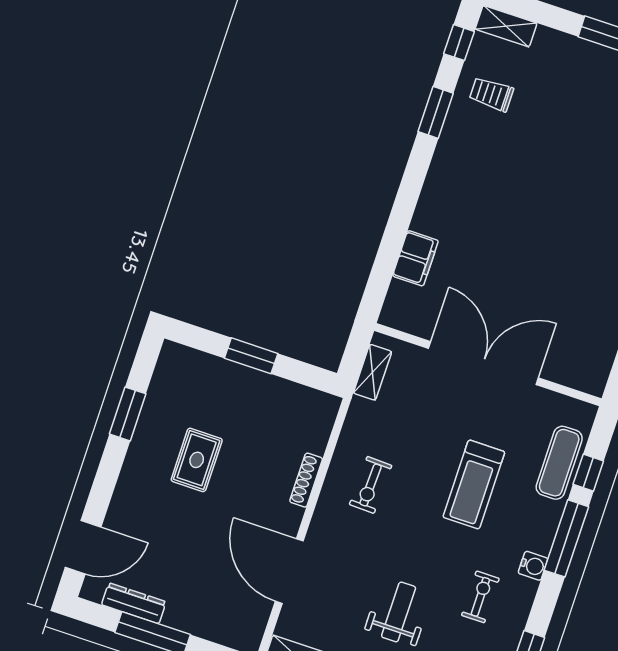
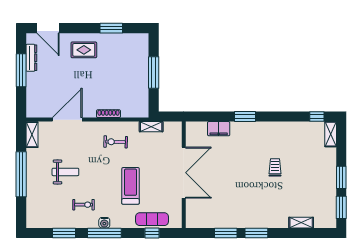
trolley: (491, 94) -> (275, 167), moved
window: (436, 112) -> (245, 116), moved
window: (251, 356) -> (154, 73), width x1.44
shelving: (373, 372) -> (151, 127), moved
rug: (197, 460) -> (84, 50), moved
treadmill: (474, 485) -> (131, 186), turned 90
window: (566, 538) -> (104, 233), moved

